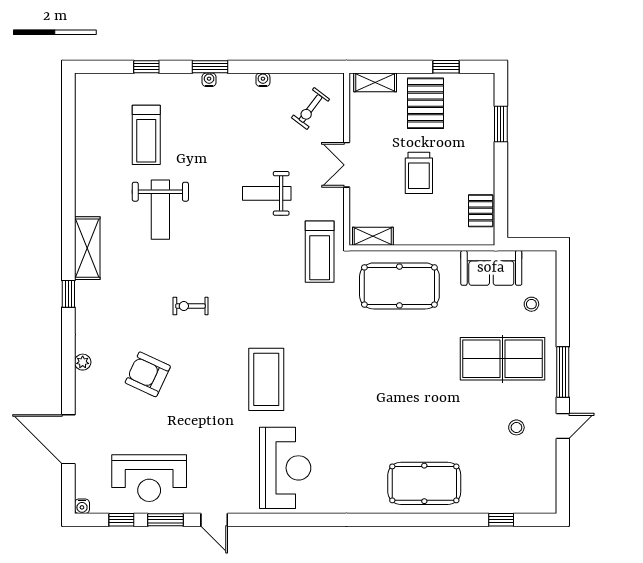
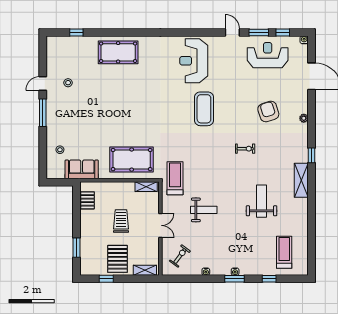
treadmill: (146, 135) -> (284, 252), moved
table tennis table: (502, 359) -> (76, 120), removed
armchair: (148, 374) -> (268, 112), turned -133

